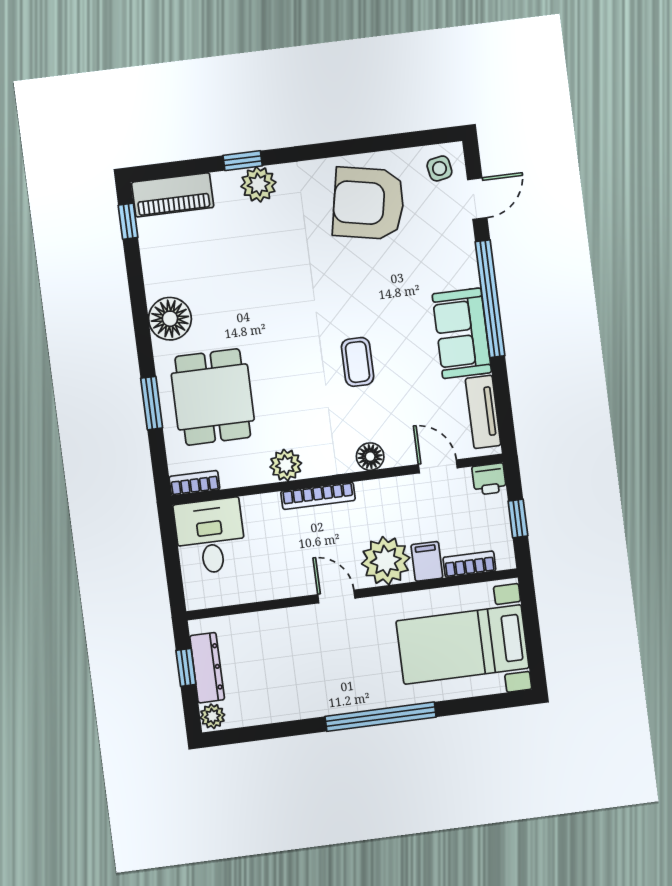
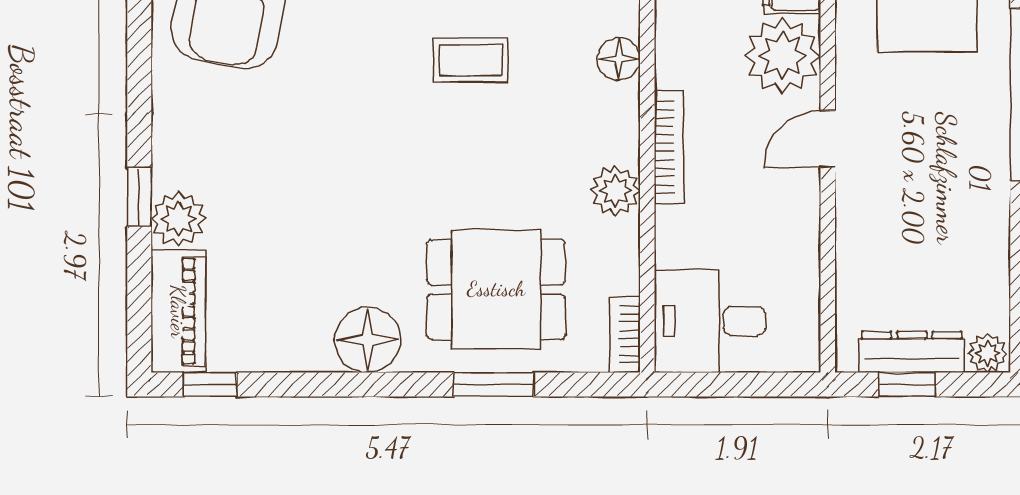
plant: (258, 184) -> (179, 219), moved

